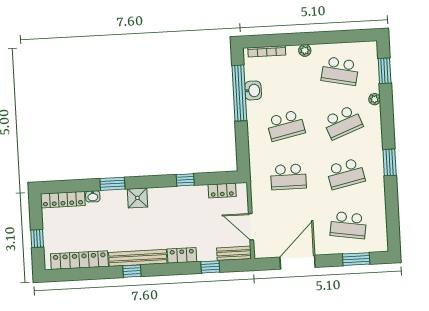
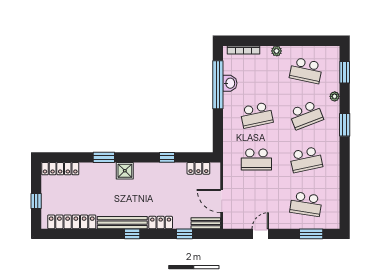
window: (390, 162) -> (345, 125), moved
washbasin: (93, 196) -> (86, 167), removed
door: (298, 262) -> (260, 234), width x0.53
window: (132, 271) -> (132, 234), moved

